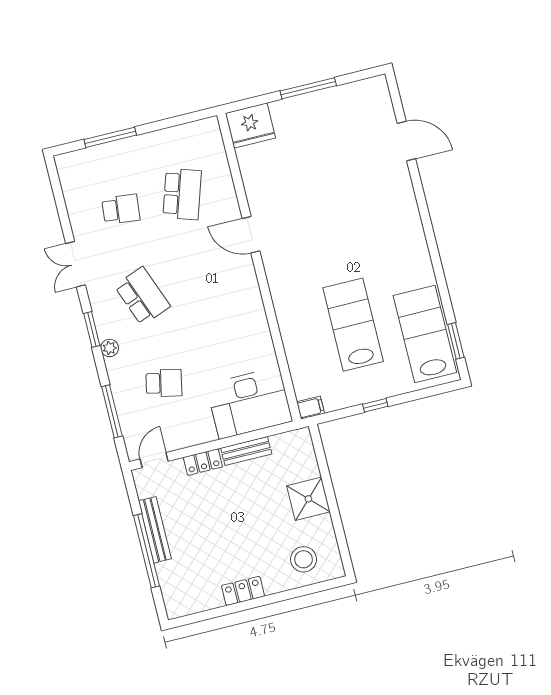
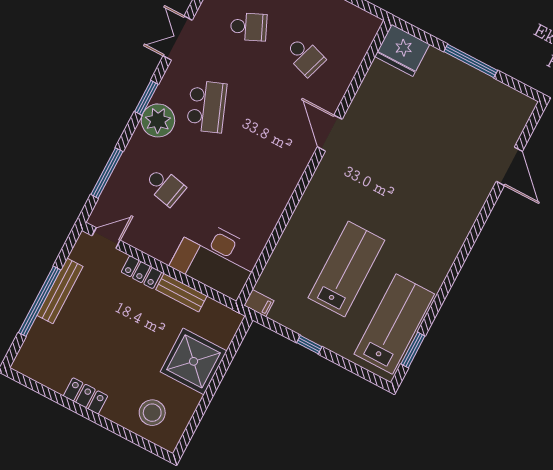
school desk: (182, 194) -> (305, 56), width x0.54
school desk: (121, 209) -> (249, 27), turned -30
plant: (110, 348) -> (158, 120), width x1.87, depth x1.87
shower: (308, 499) -> (194, 361), width x1.37, depth x1.37

